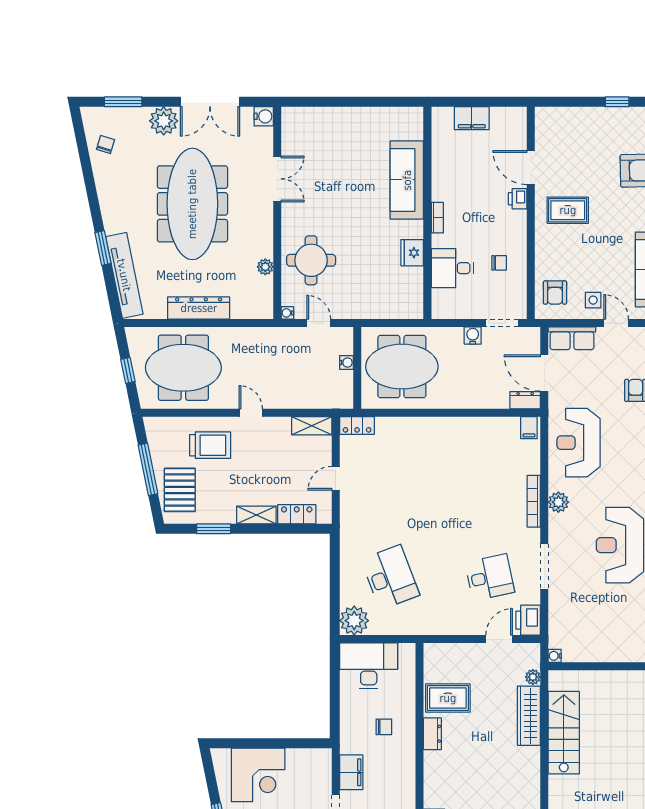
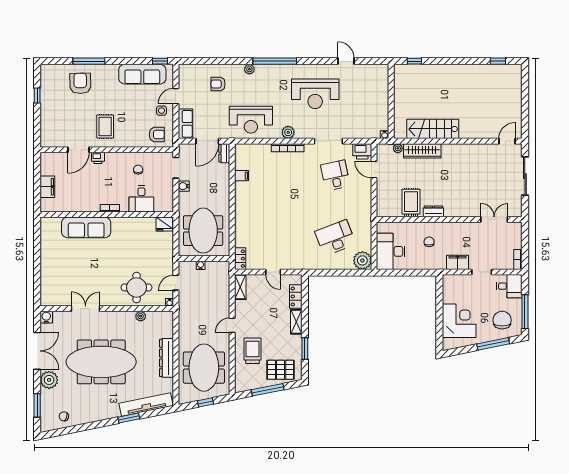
fridge: (412, 253) -> (164, 224), moved
filing cabinet: (529, 428) -> (241, 176), moved

